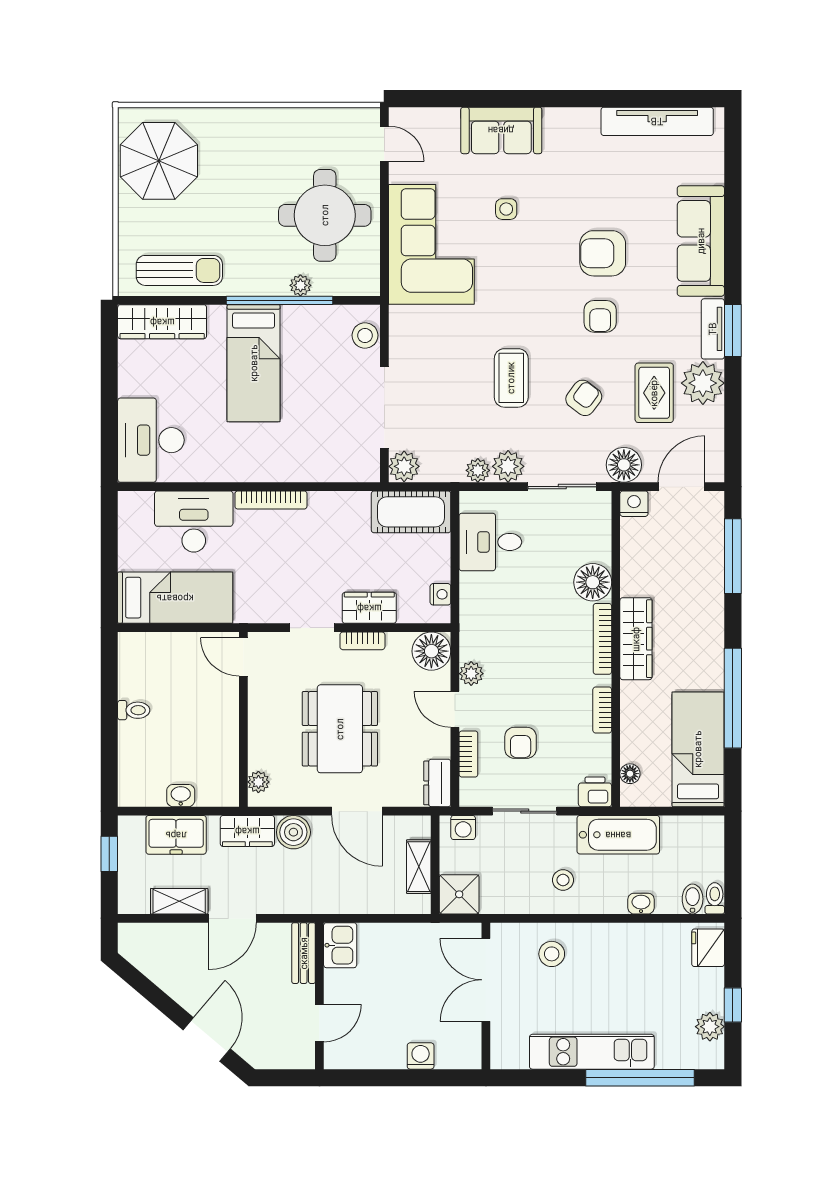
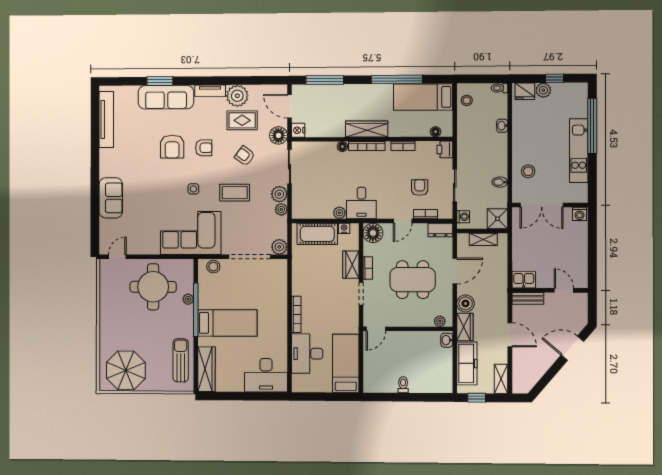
side table: (506, 209) -> (193, 189), moved
corner sofa: (431, 244) -> (191, 233), moved
window: (733, 331) -> (160, 81), moved
cot: (411, 512) -> (317, 234), moved, turned 90
desk: (490, 542) -> (361, 203), moved
floor lamp: (593, 582) -> (342, 147), width x0.53, depth x0.53
plant: (471, 674) -> (339, 213), moved
armchair: (521, 743) -> (420, 188), turned -90
washbasin: (181, 796) -> (447, 340), moved
freezer: (176, 835) -> (467, 363), width x1.40
bathtub: (618, 835) -> (467, 137), removed
stool: (563, 880) -> (467, 100), moved
bidet: (693, 899) -> (500, 182), moved
shelving: (179, 901) -> (501, 379), moved
plant: (710, 1027) -> (543, 90), moved
washing machine: (421, 1056) -> (580, 214), moved, turned -90

